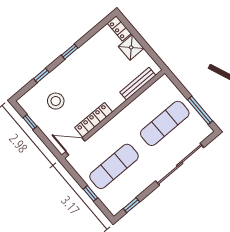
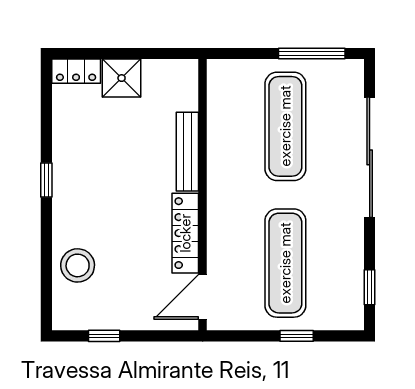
window: (41, 76) -> (46, 256), removed
bench: (138, 84) -> (187, 152), moved
stool: (56, 101) -> (78, 265), moved

